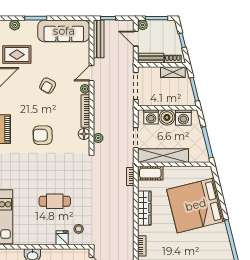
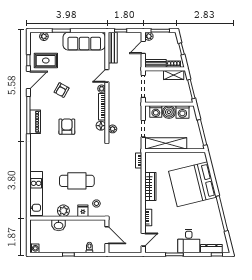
door: (136, 39) -> (143, 47), hinge flipped
armchair: (48, 86) -> (62, 90), moved
armchair: (43, 135) -> (67, 127), turned 91
cot: (150, 173) -> (155, 158), removed
cafe table: (55, 201) -> (77, 181), width x1.37, depth x1.35
plant: (38, 238) -> (63, 211), added

